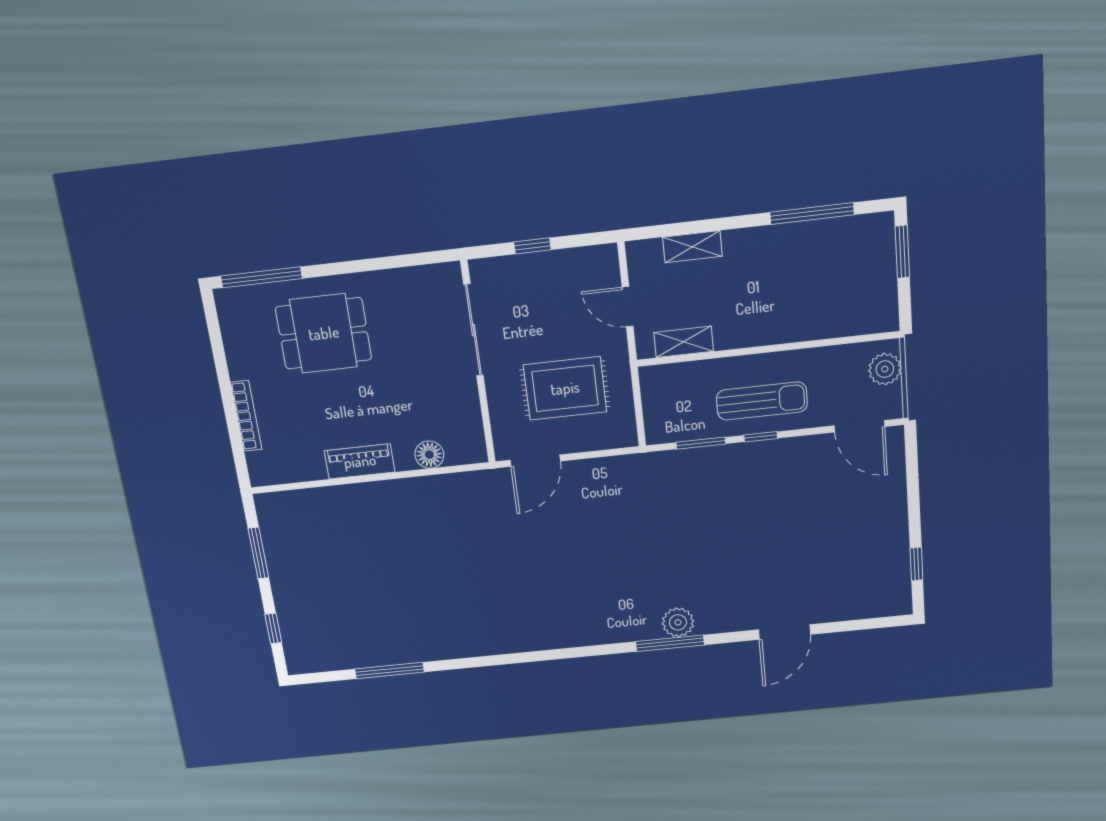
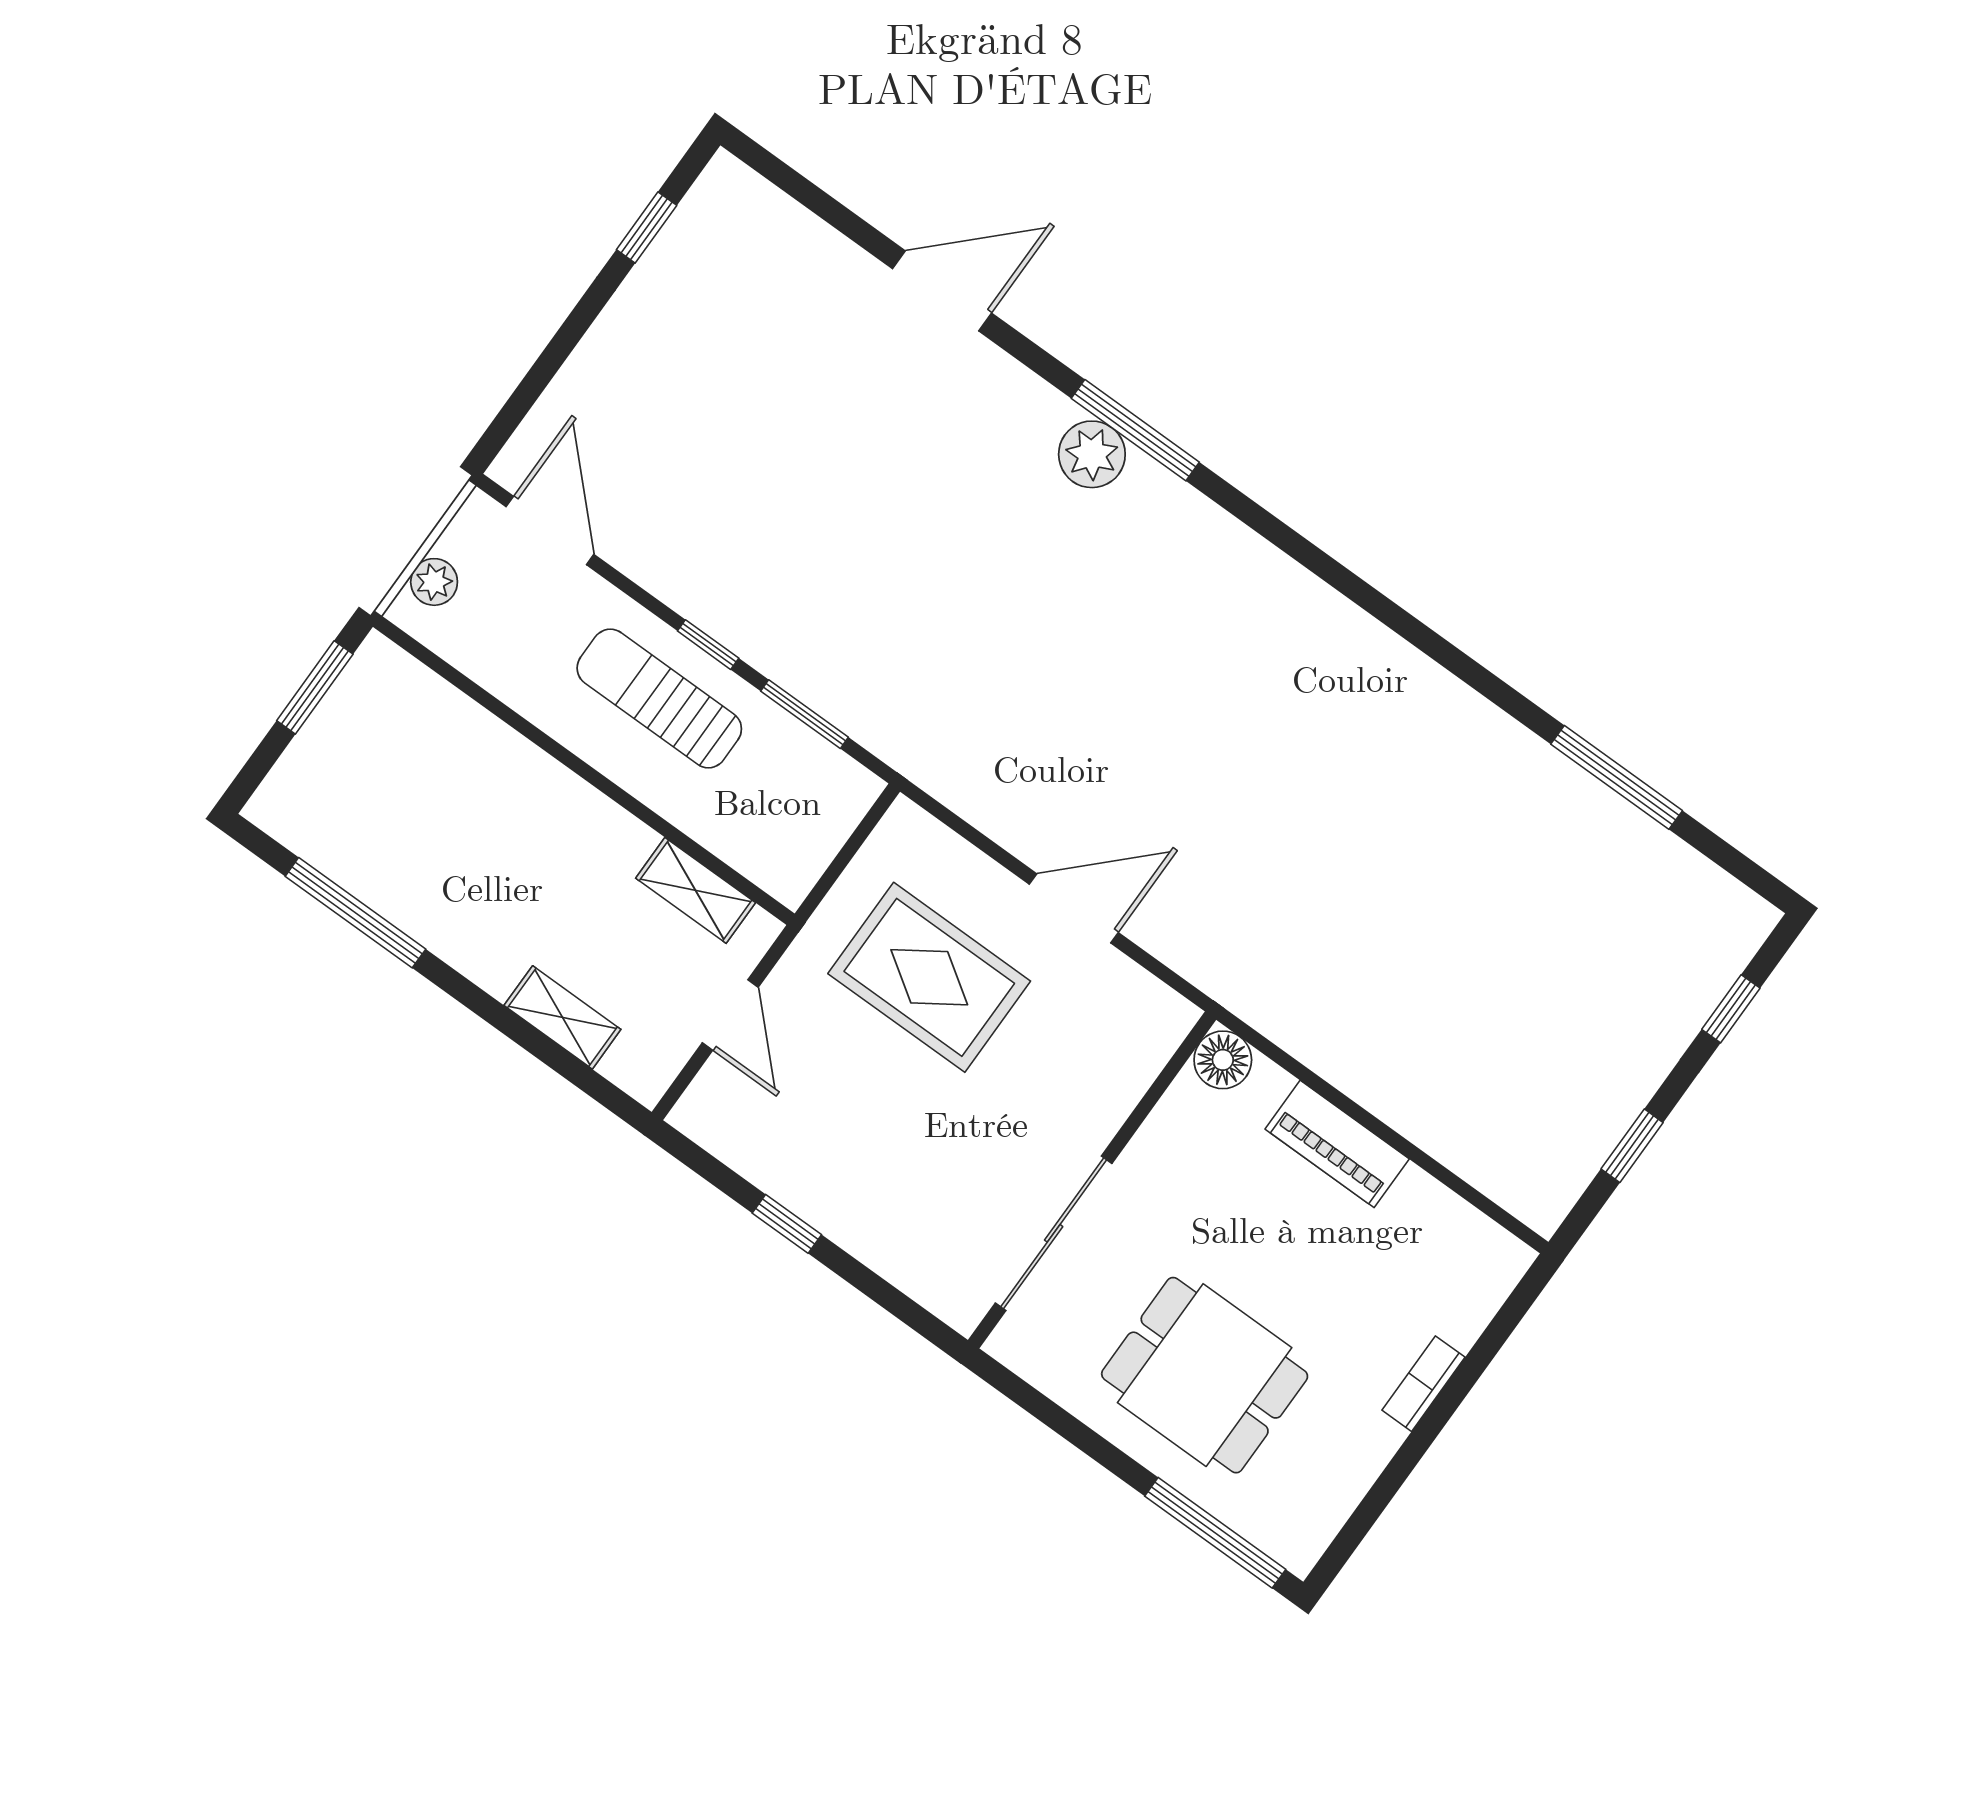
window: (902, 252) -> (315, 687), moved
sliding door: (473, 330) -> (1054, 1233), moved
wall: (478, 363) -> (1092, 1180), moved
plant: (885, 369) -> (434, 582), width x0.73, depth x0.73
bookcase: (246, 416) -> (1424, 1384), width x0.64
window: (258, 553) -> (1632, 1146), width x0.67

